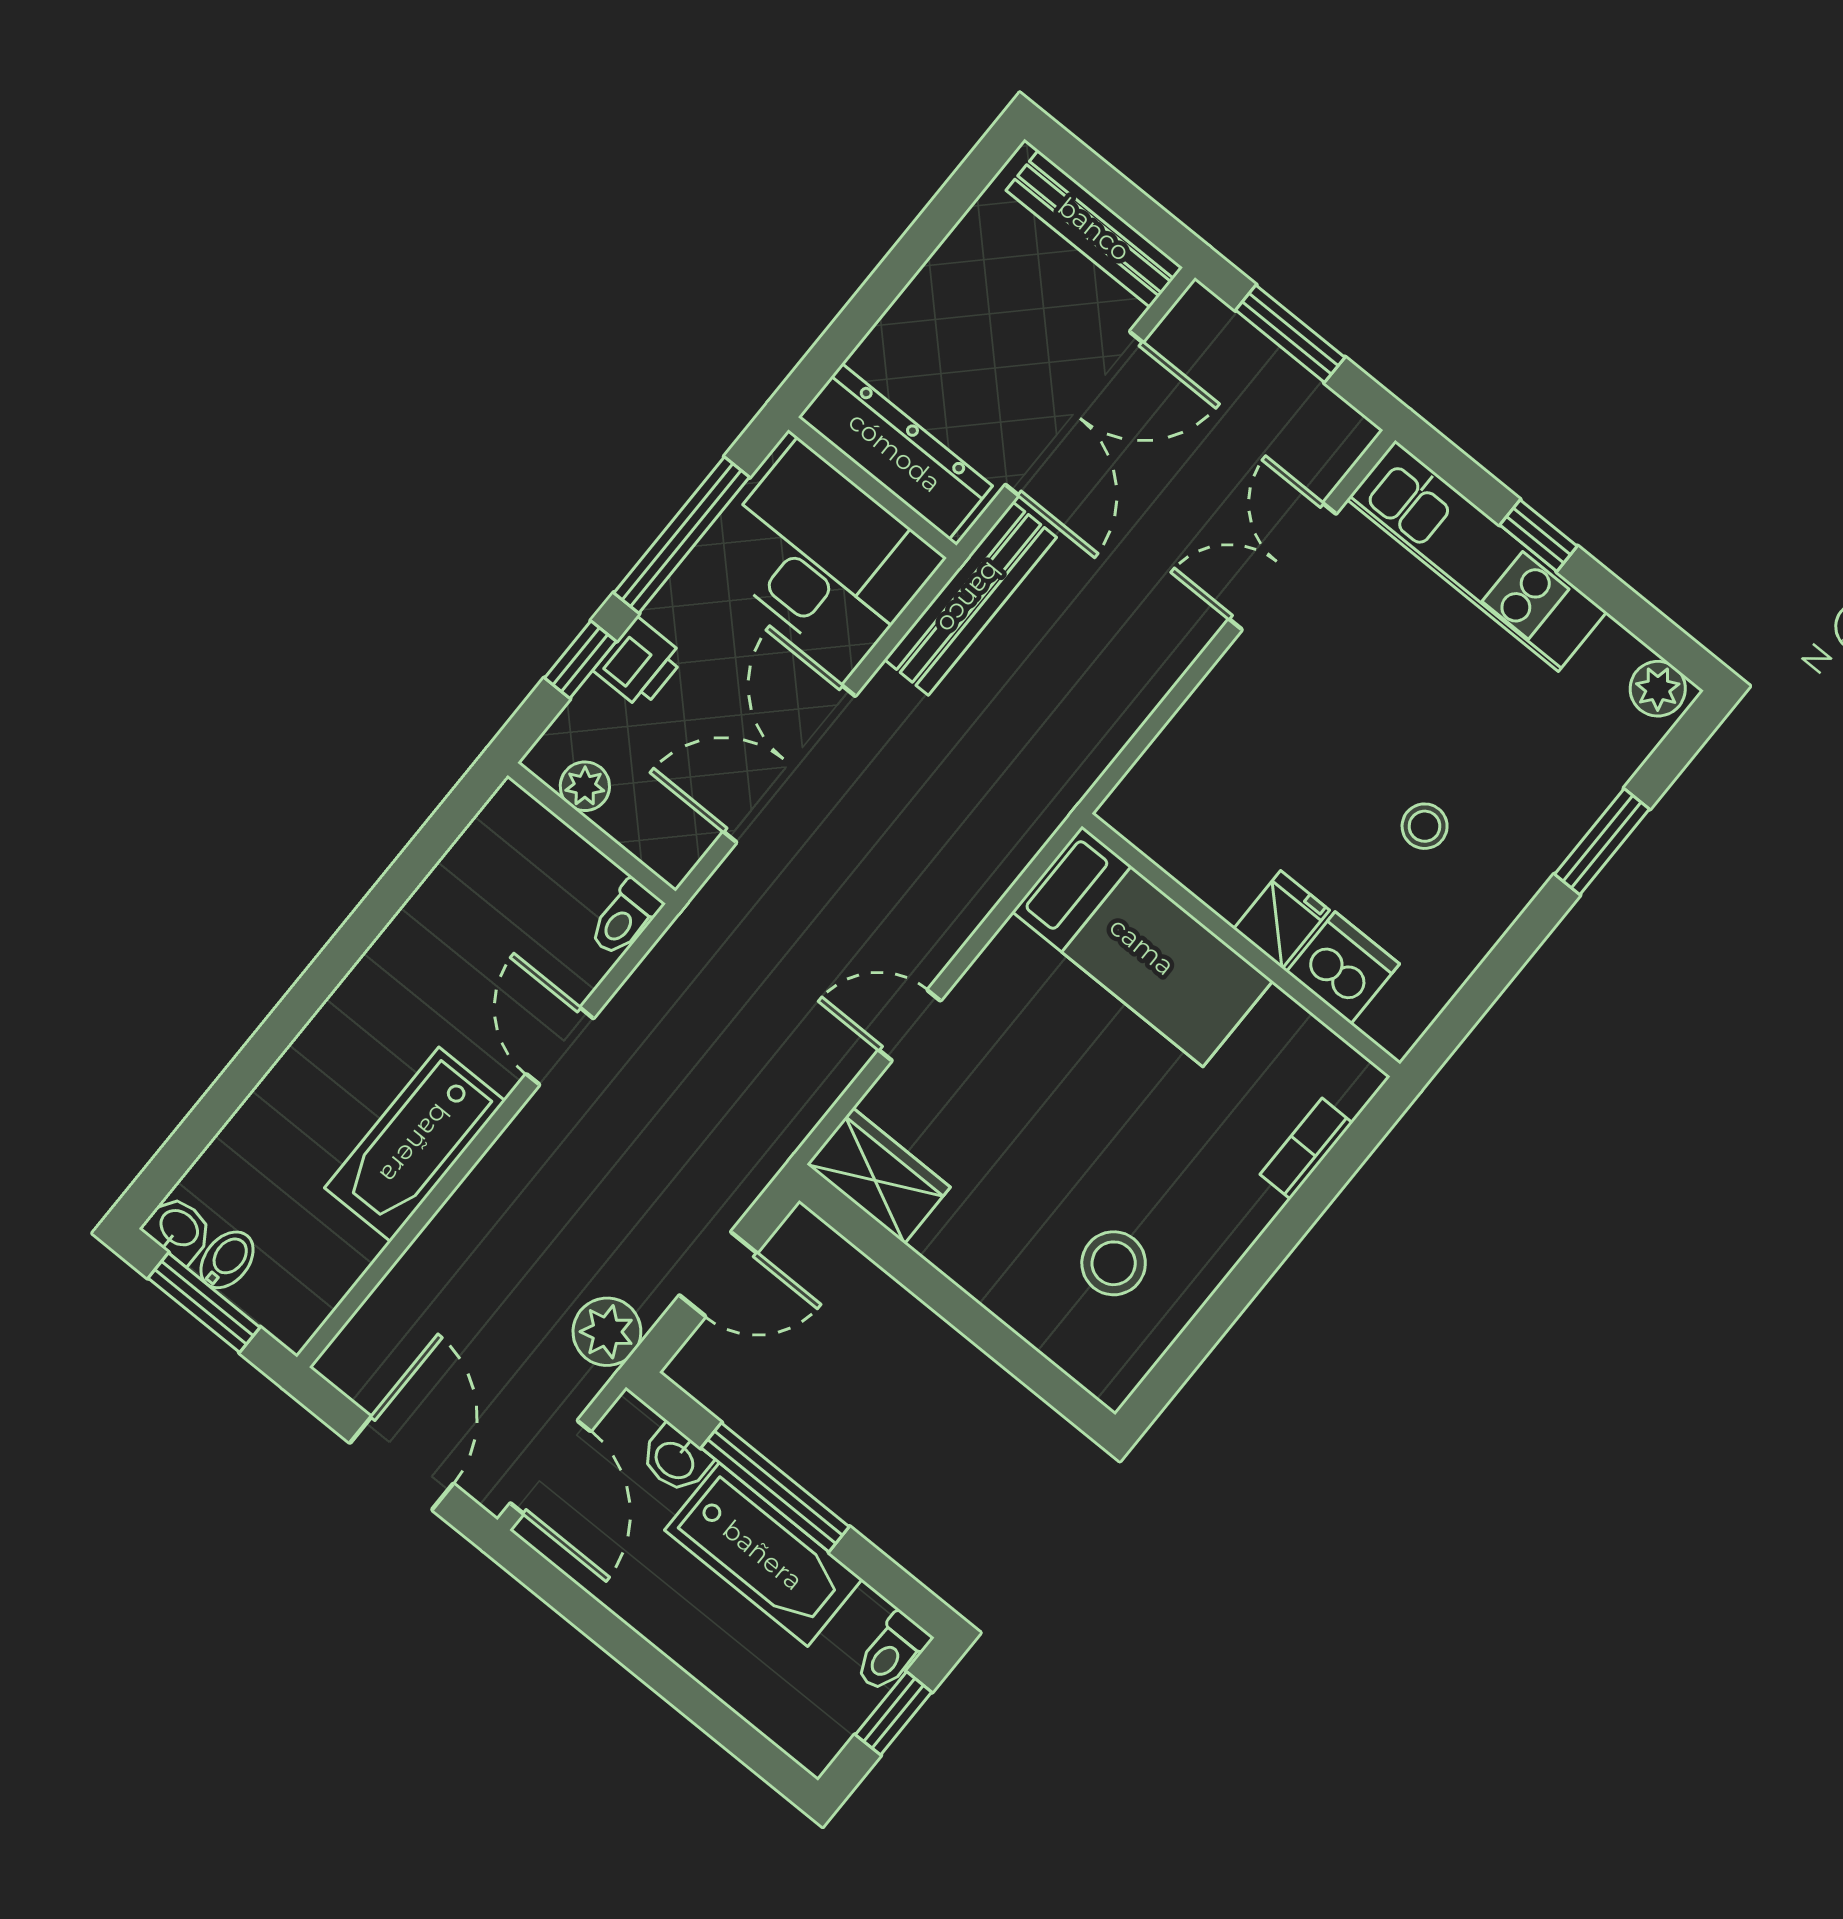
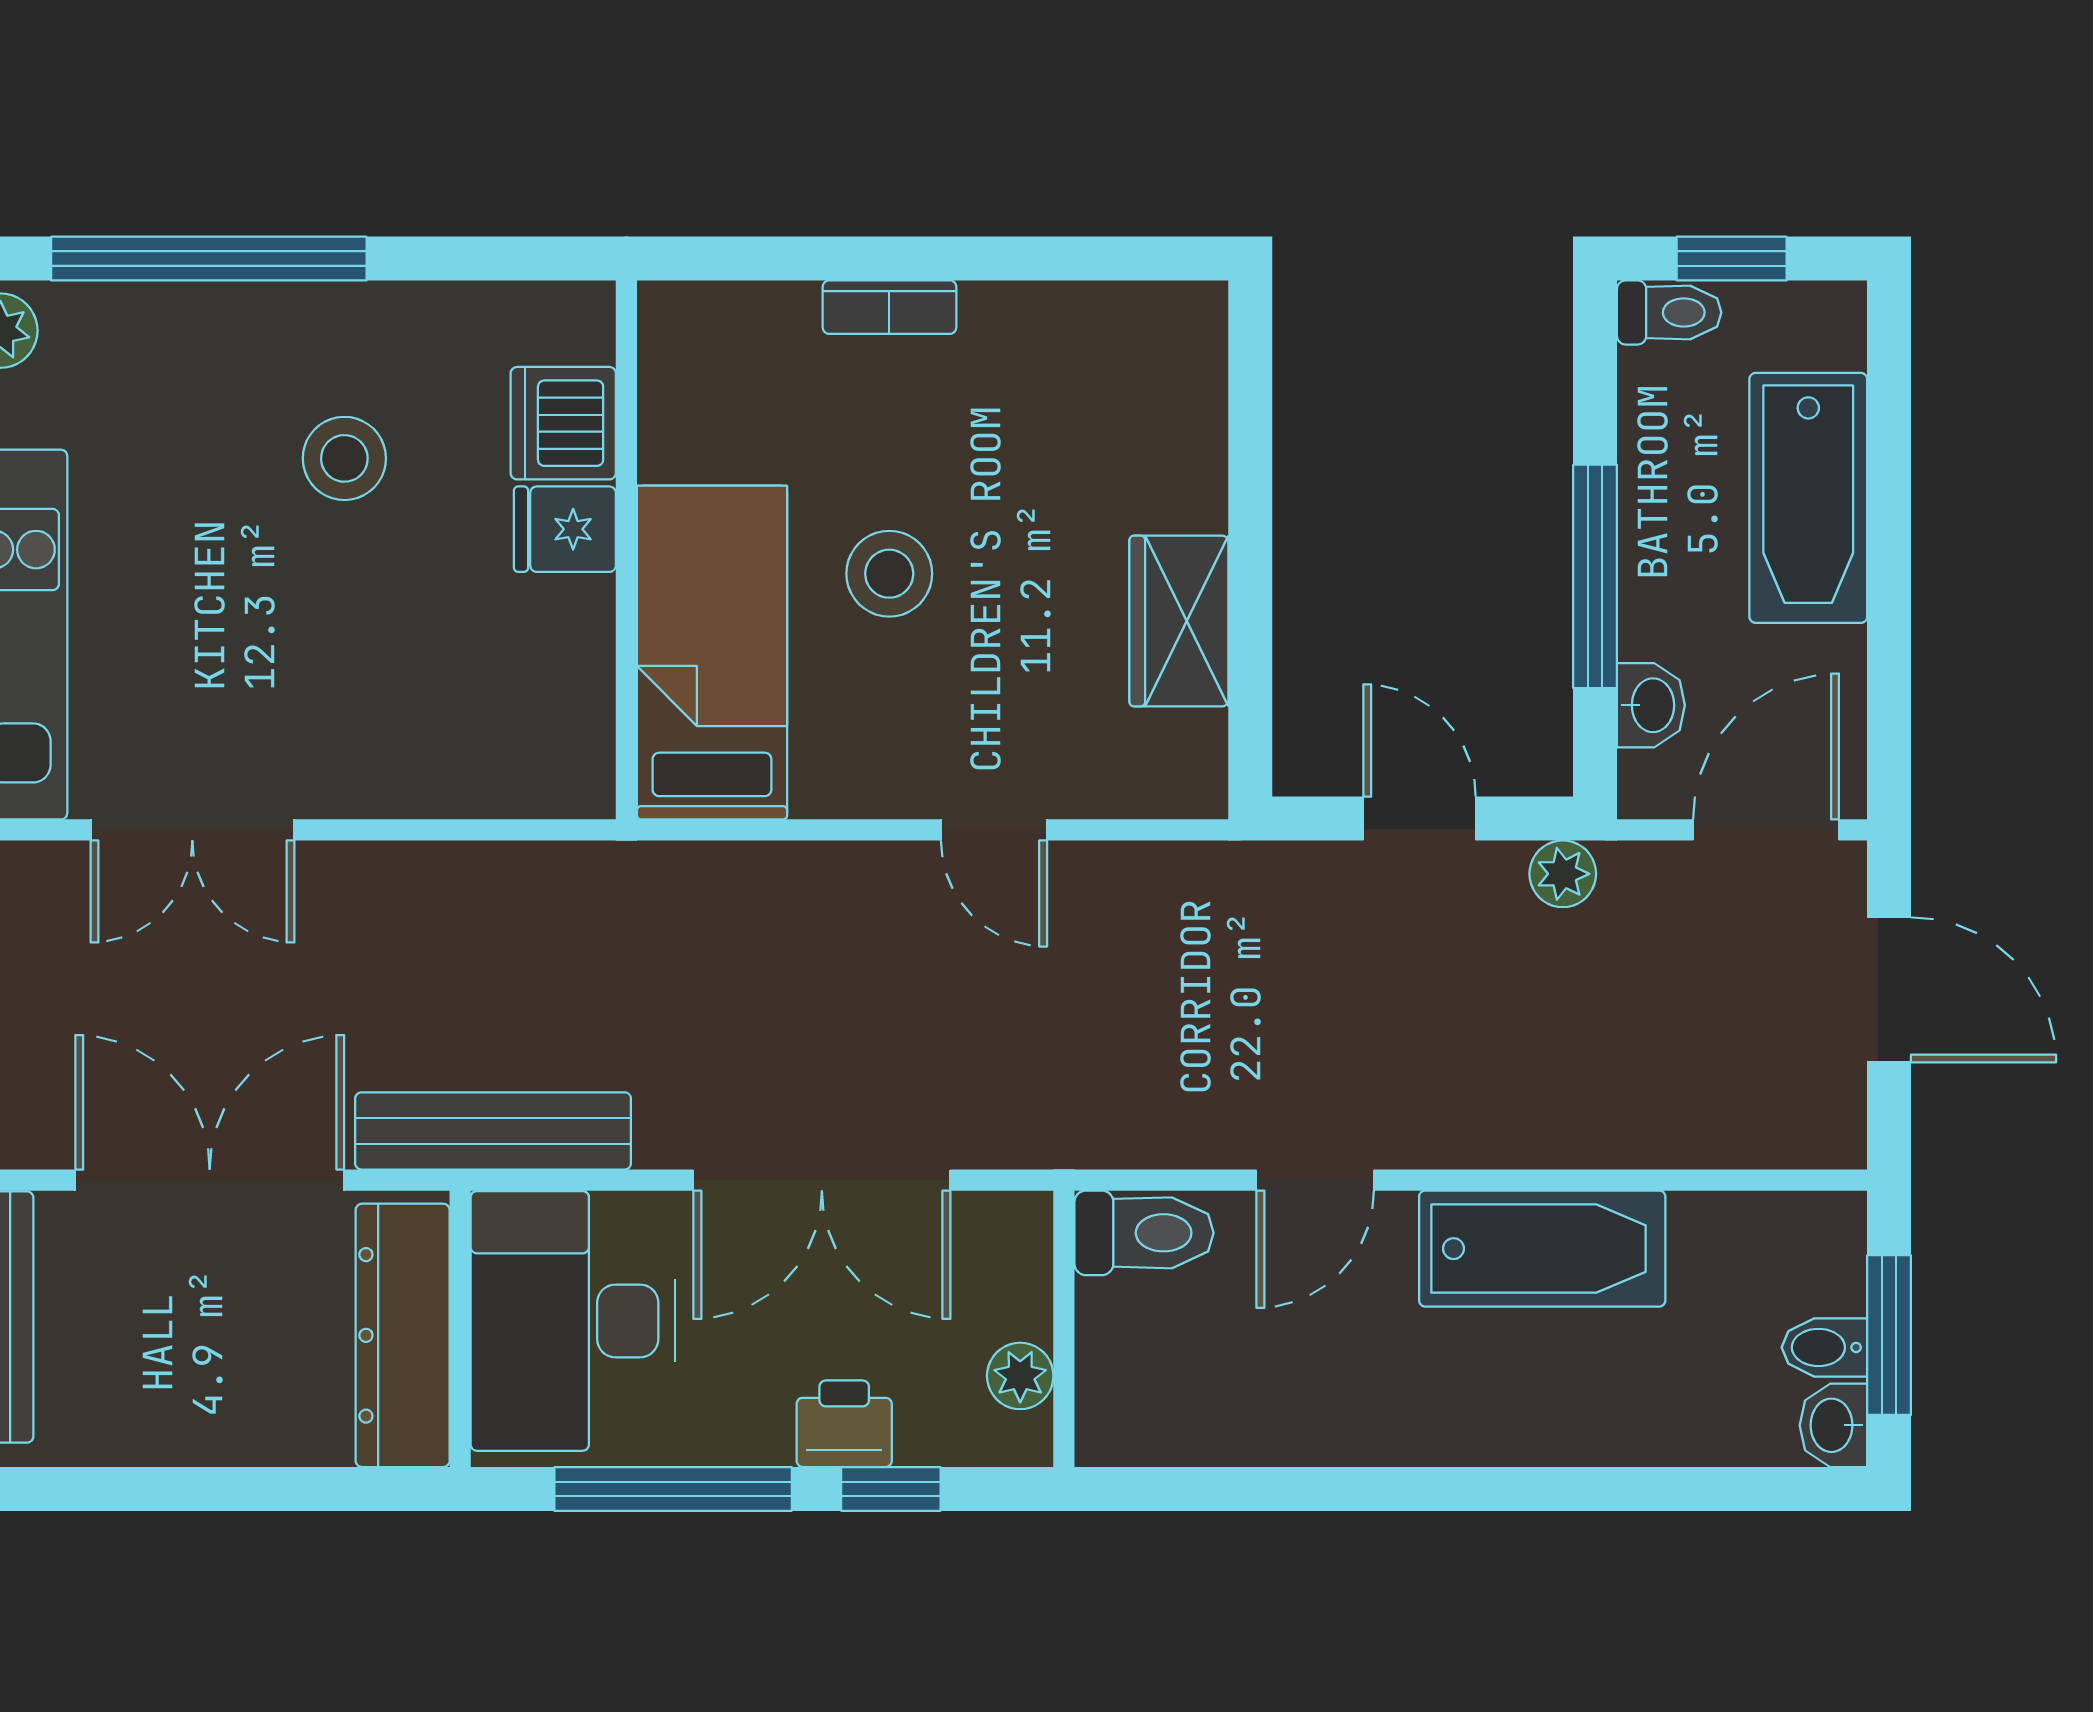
stool: (1425, 826) -> (344, 458), width x1.37, depth x1.37
window: (1602, 842) -> (209, 259), width x2.11
toilet: (625, 918) -> (1144, 1233), width x1.37, depth x1.39
bookcase: (1306, 1149) -> (889, 307), moved
wardrobe: (879, 1176) -> (1179, 621), moved
stool: (1114, 1263) -> (889, 574), moved
plant: (607, 1332) -> (1563, 874), width x0.73, depth x0.73
door: (402, 1463) -> (1889, 990), swing flipped
bathtub: (763, 1555) -> (1808, 498), moved, turned 180

